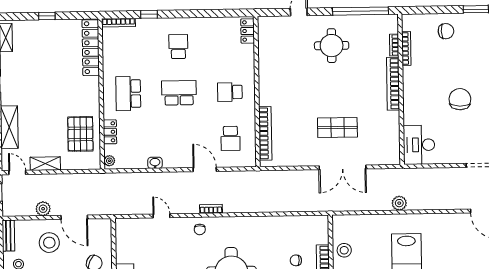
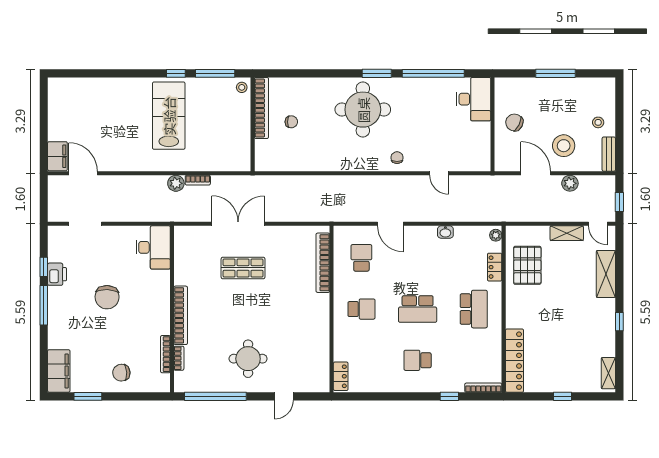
school desk: (178, 47) -> (418, 360), turned 90
bookcase: (211, 209) -> (198, 180), moved
stool: (344, 250) -> (238, 132), removed

